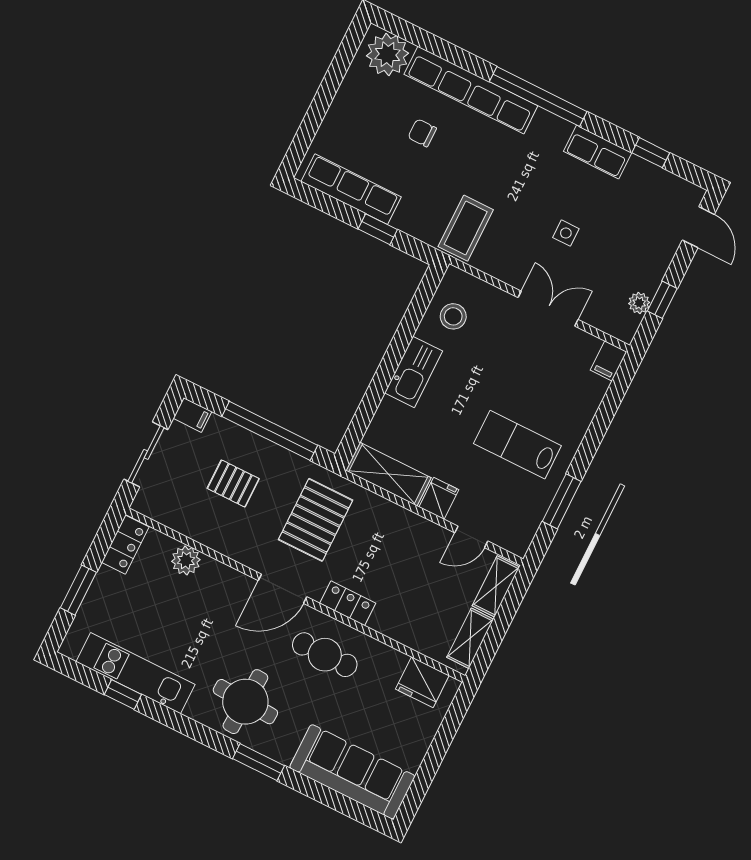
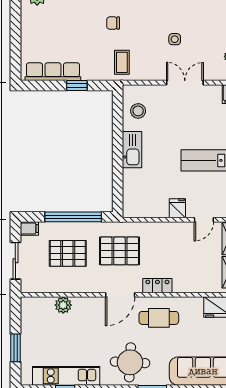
chair: (422, 133) -> (113, 23), moved
coffee table: (466, 228) -> (122, 62), width x0.73, depth x0.77
shelving: (388, 474) -> (145, 209), removed
pallet: (233, 483) -> (68, 253), width x1.50, depth x1.42
pallet: (316, 520) -> (119, 251), turned 90
locker: (125, 545) -> (28, 312), removed

